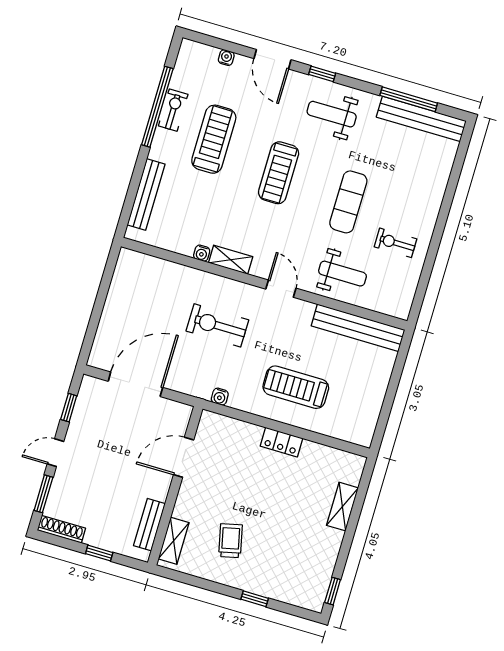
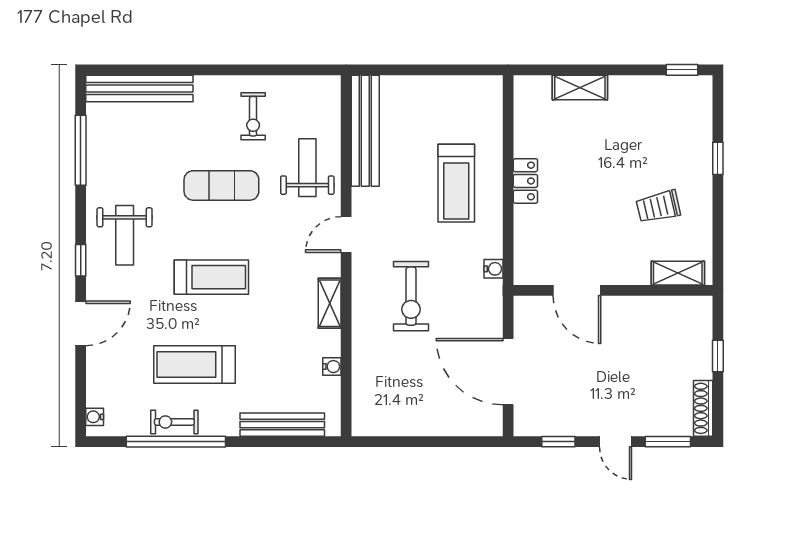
water cooler: (226, 58) -> (95, 417), moved
bench: (421, 119) -> (139, 89), moved, turned 90
water cooler: (202, 253) -> (332, 367), moved
bench: (149, 525) -> (667, 307), removed

